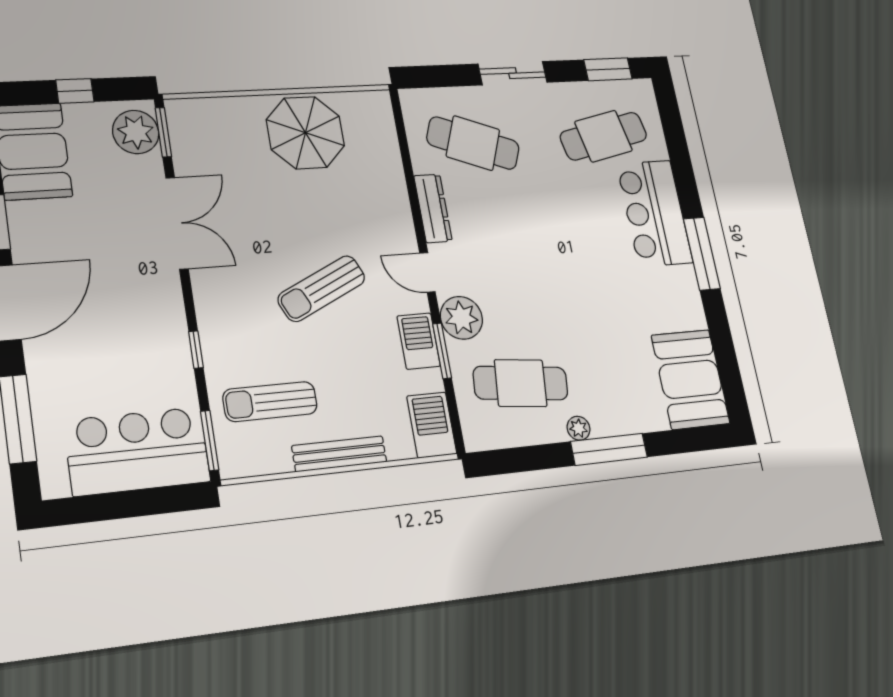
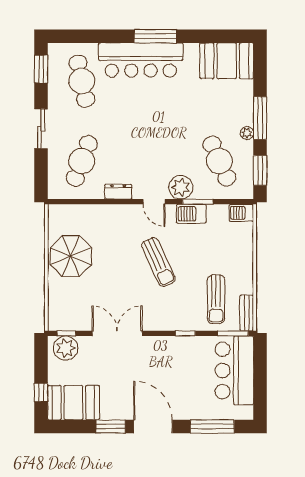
window: (75, 91) -> (41, 392), moved
window: (163, 132) -> (66, 333), width x0.67
dresser: (433, 208) -> (118, 192), width x0.70
bar counter: (655, 213) -> (141, 60), width x1.36
door: (427, 272) -> (154, 202), hinge flipped
cafe table: (521, 383) -> (219, 161), turned -30
barbecue: (432, 425) -> (241, 213), width x0.73, depth x0.79
bench: (339, 454) -> (247, 313), moved, width x0.73
window: (519, 460) -> (260, 170), added

